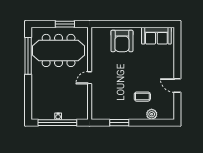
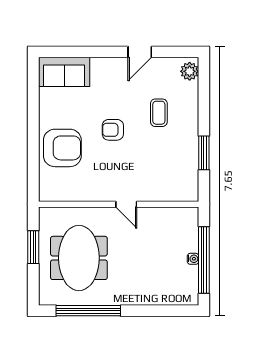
sofa: (156, 36) -> (64, 72), moved, turned 90
meeting table: (59, 50) -> (79, 258), width x0.73
armchair: (132, 70) -> (113, 130), added
plant: (152, 114) -> (190, 71), moved

